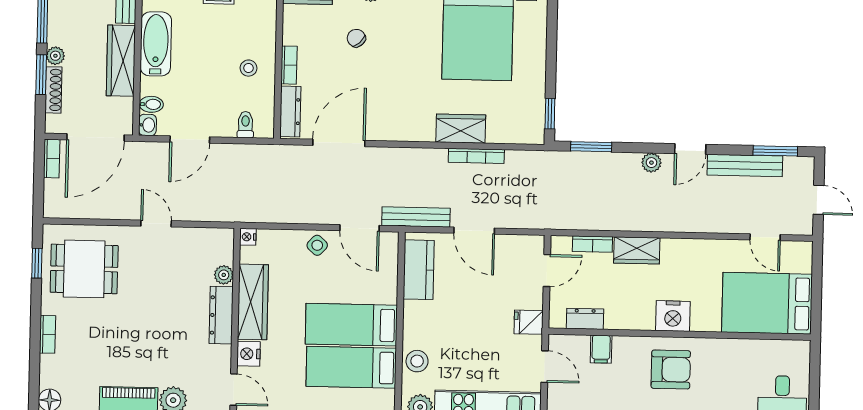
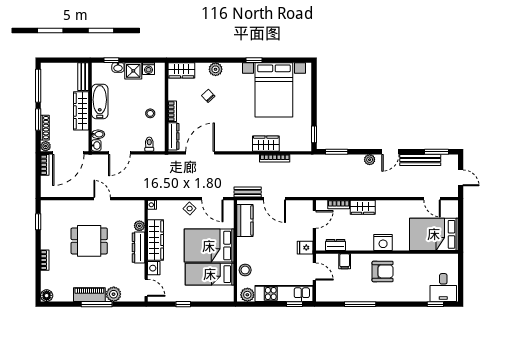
plant: (55, 56) -> (46, 146), moved
bench: (416, 217) -> (248, 192), width x0.73
dining table: (84, 269) -> (89, 241), moved
bed: (351, 325) -> (209, 246), width x1.50

